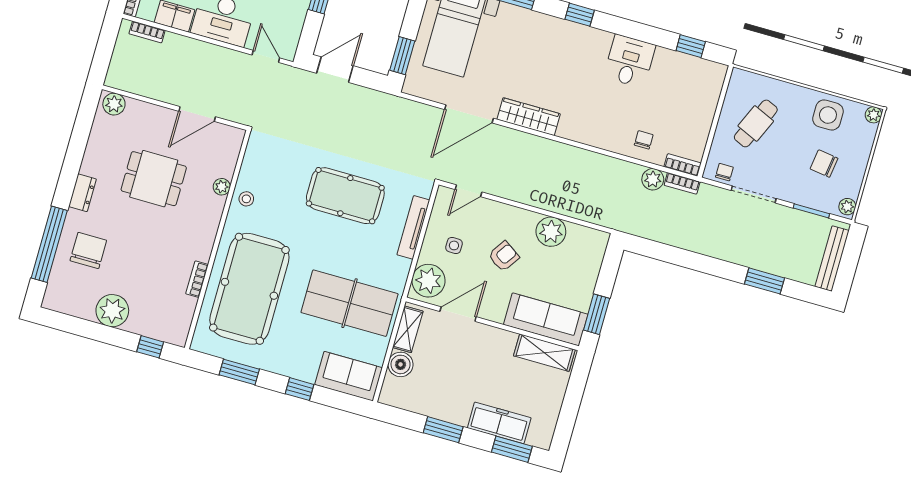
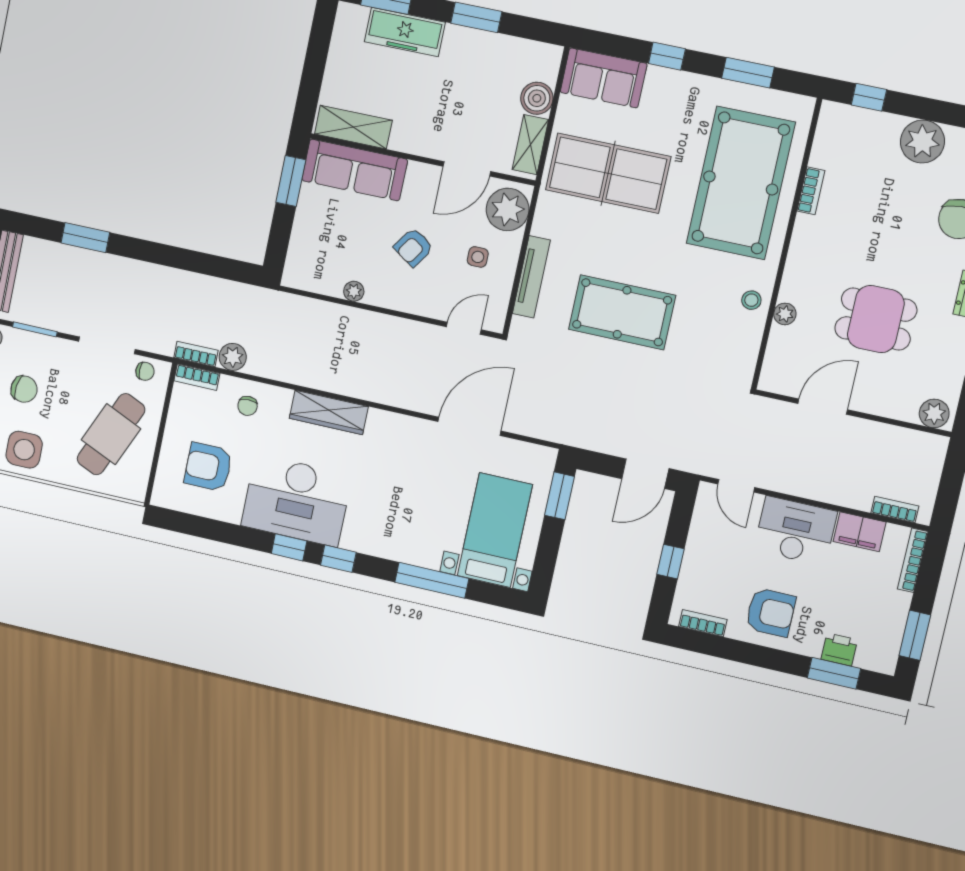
window: (691, 46) -> (289, 547), moved
desk: (630, 61) -> (296, 500), width x1.87, depth x1.30
armchair: (679, 93) -> (208, 467), added
wardrobe: (529, 117) -> (329, 412), moved
cafe table: (756, 123) -> (111, 434), width x1.37, depth x1.35
chair: (724, 172) -> (145, 371), turned -90
plant: (551, 232) -> (354, 291), width x0.53, depth x0.53

